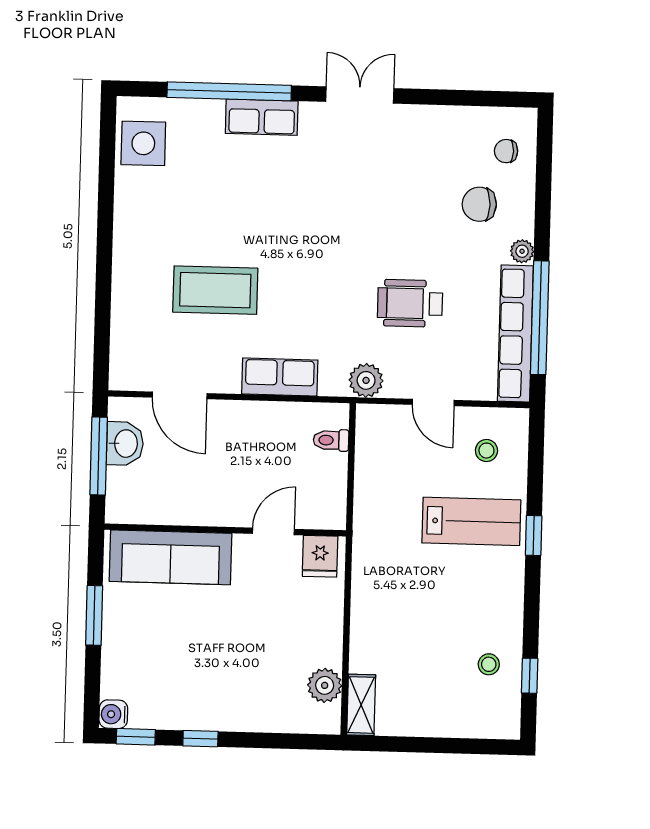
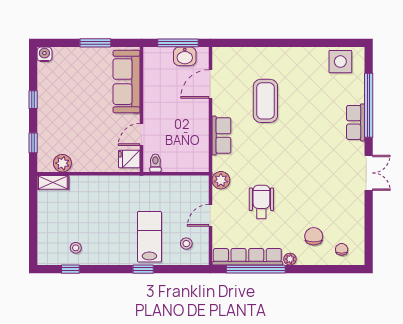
toilet: (331, 440) -> (155, 163), moved
lab bench: (471, 521) -> (149, 237), turned 180
door: (273, 531) -> (141, 134), swing flipped
window: (136, 737) -> (33, 143), moved

